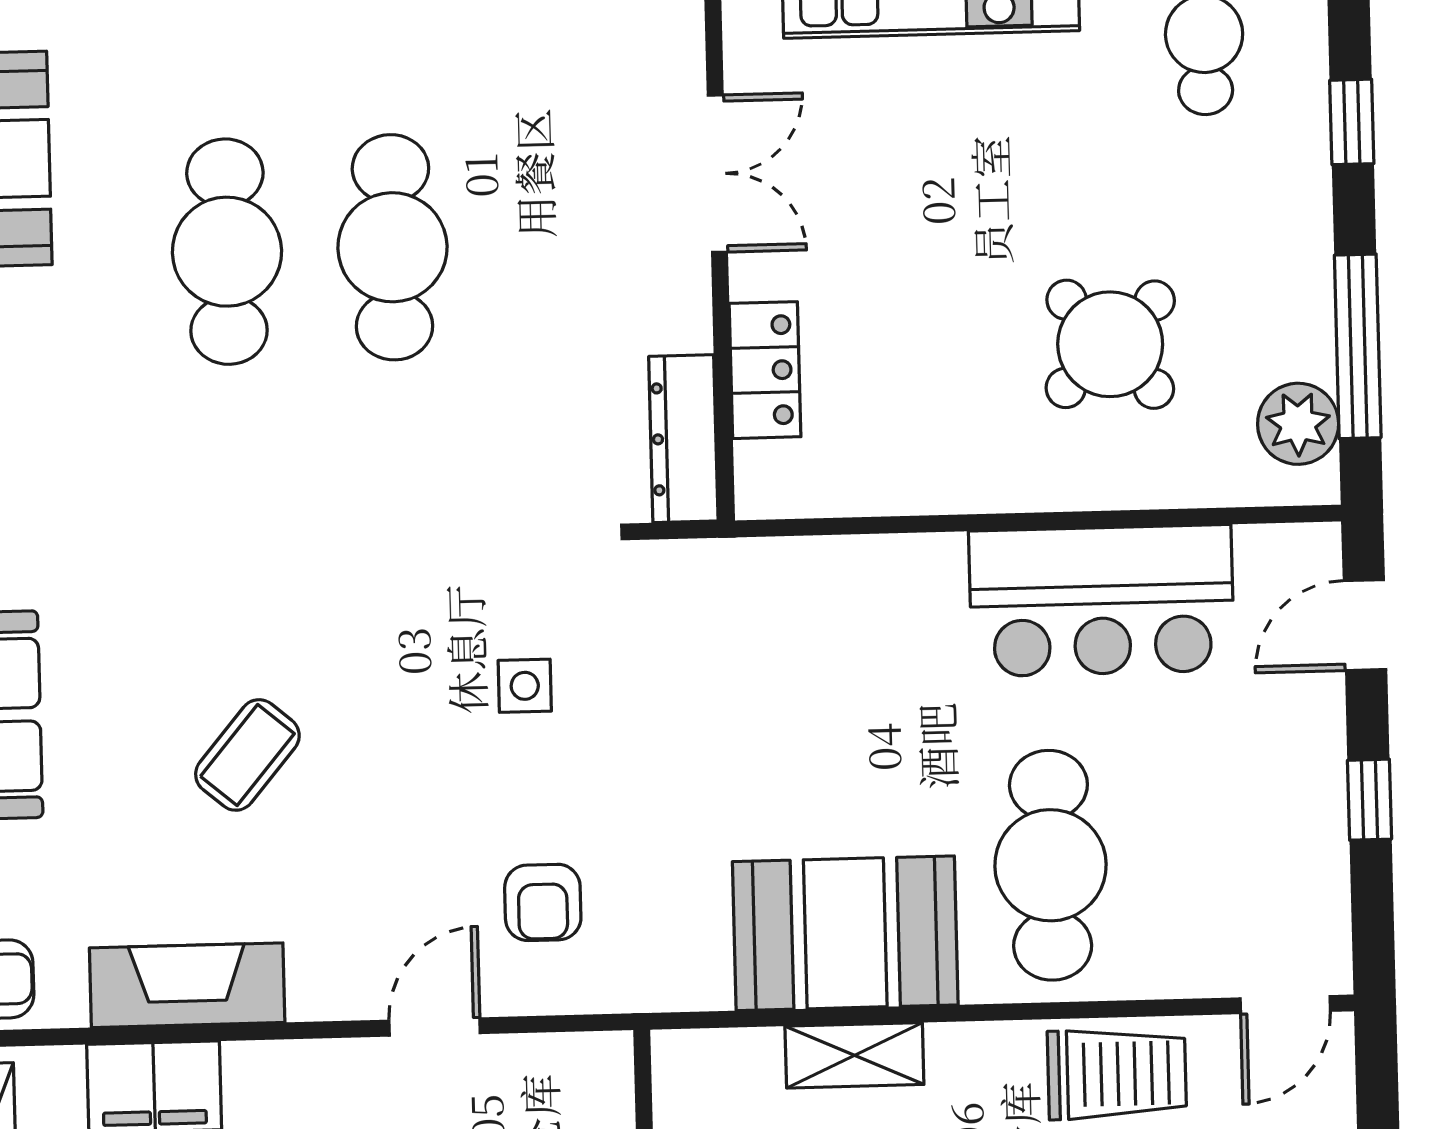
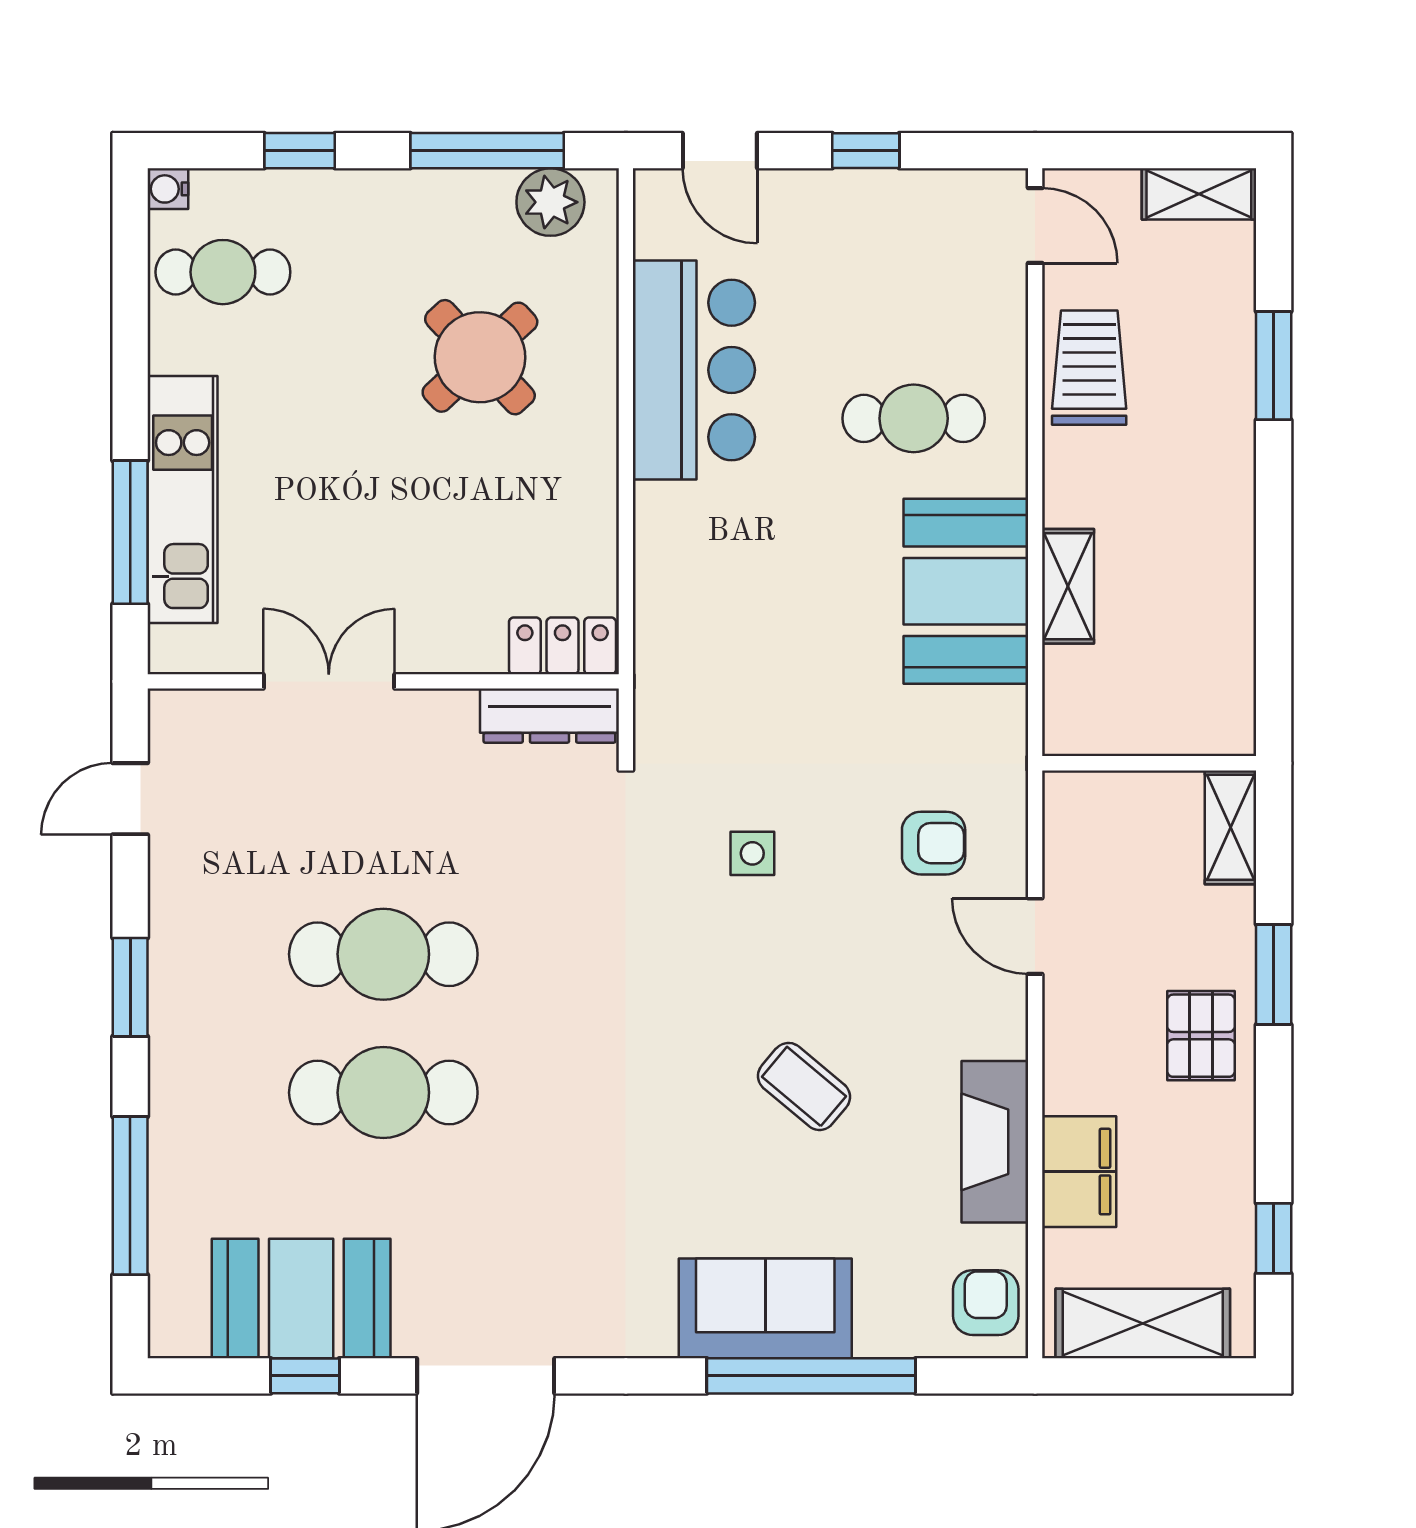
locker: (765, 370) -> (562, 646), moved
cafe table: (1051, 865) -> (914, 418), width x0.73, depth x0.74

